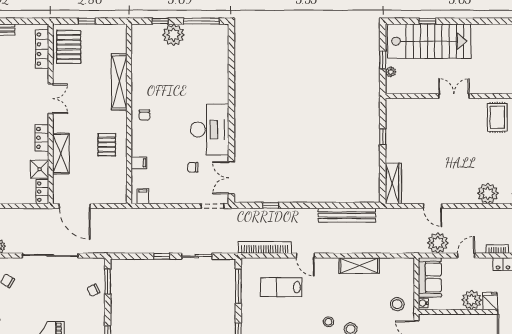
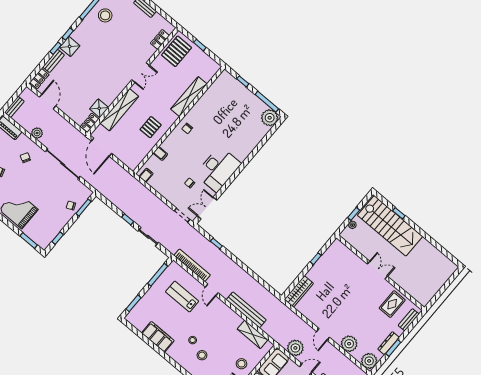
plant: (174, 35) -> (270, 118), moved
locker: (42, 49) -> (160, 39), width x0.66
locker: (42, 138) -> (116, 91), removed
shelving: (61, 154) -> (119, 110), width x1.47
door: (433, 206) -> (323, 334), moved
bench: (347, 215) -> (246, 310), moved
shelving: (359, 266) -> (253, 334), moved

